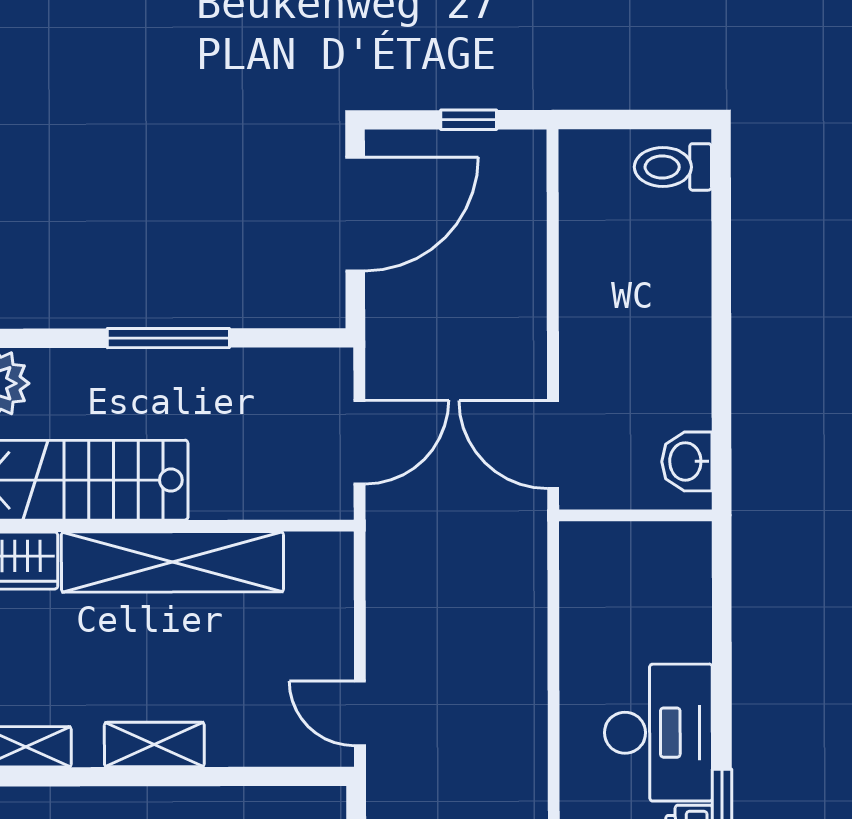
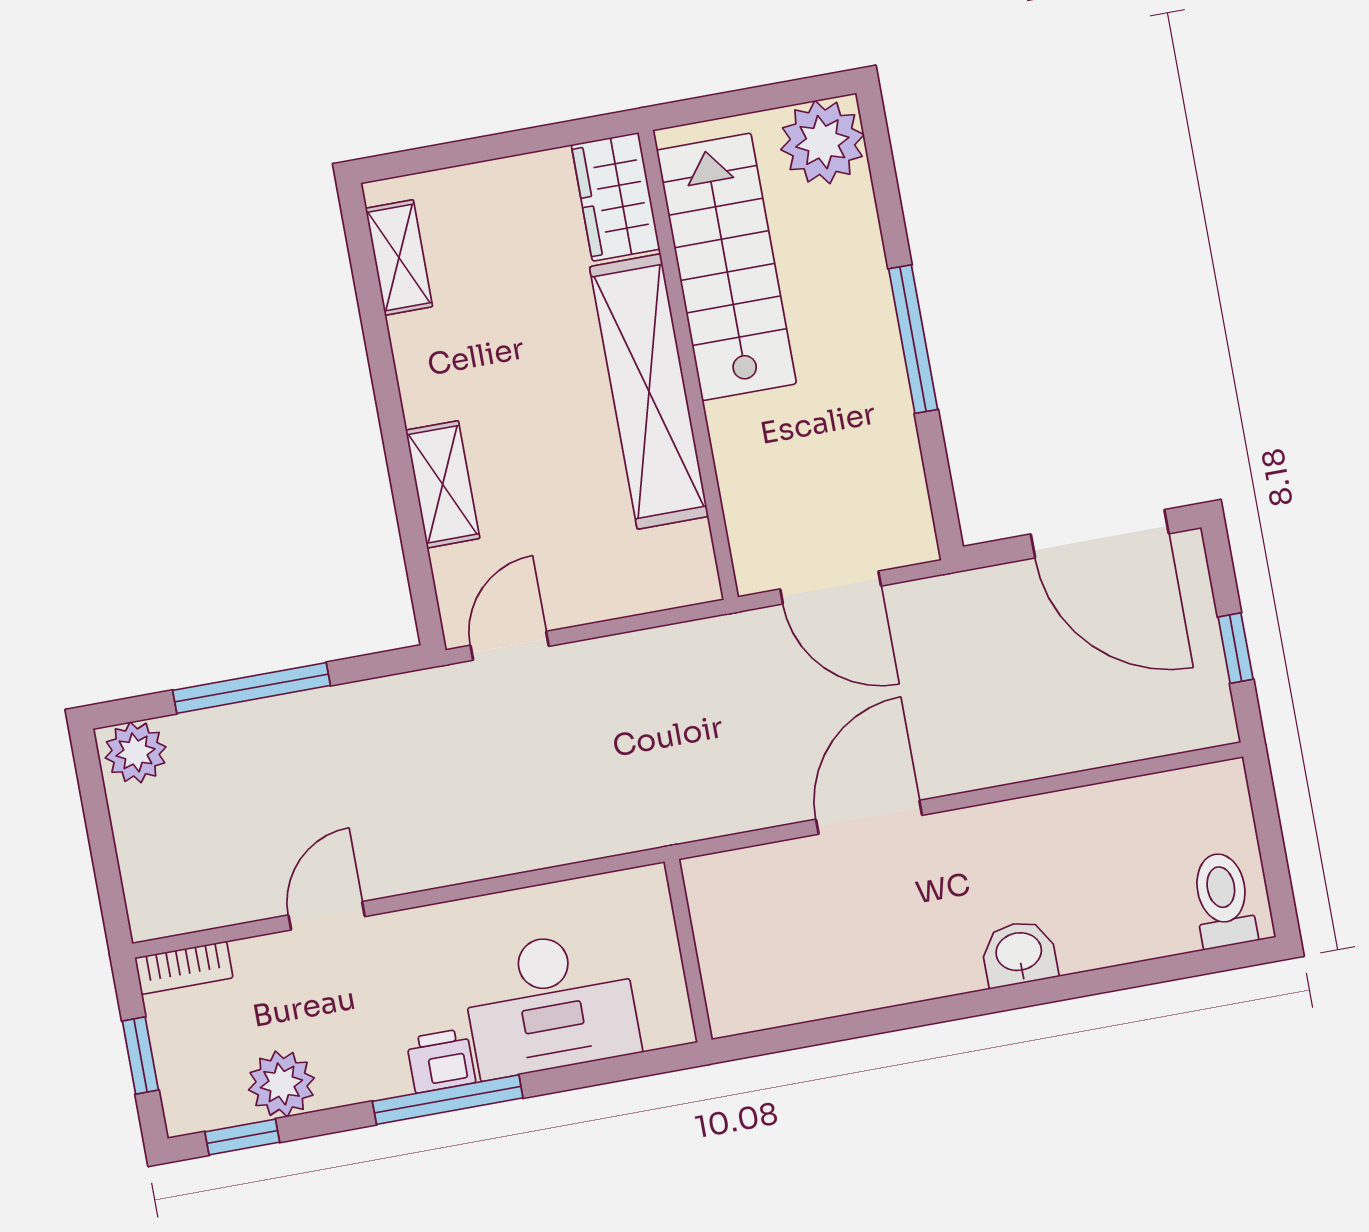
washbasin: (687, 461) -> (1019, 953), moved
wall: (635, 515) -> (688, 951), moved
shelving: (154, 744) -> (443, 484), moved

